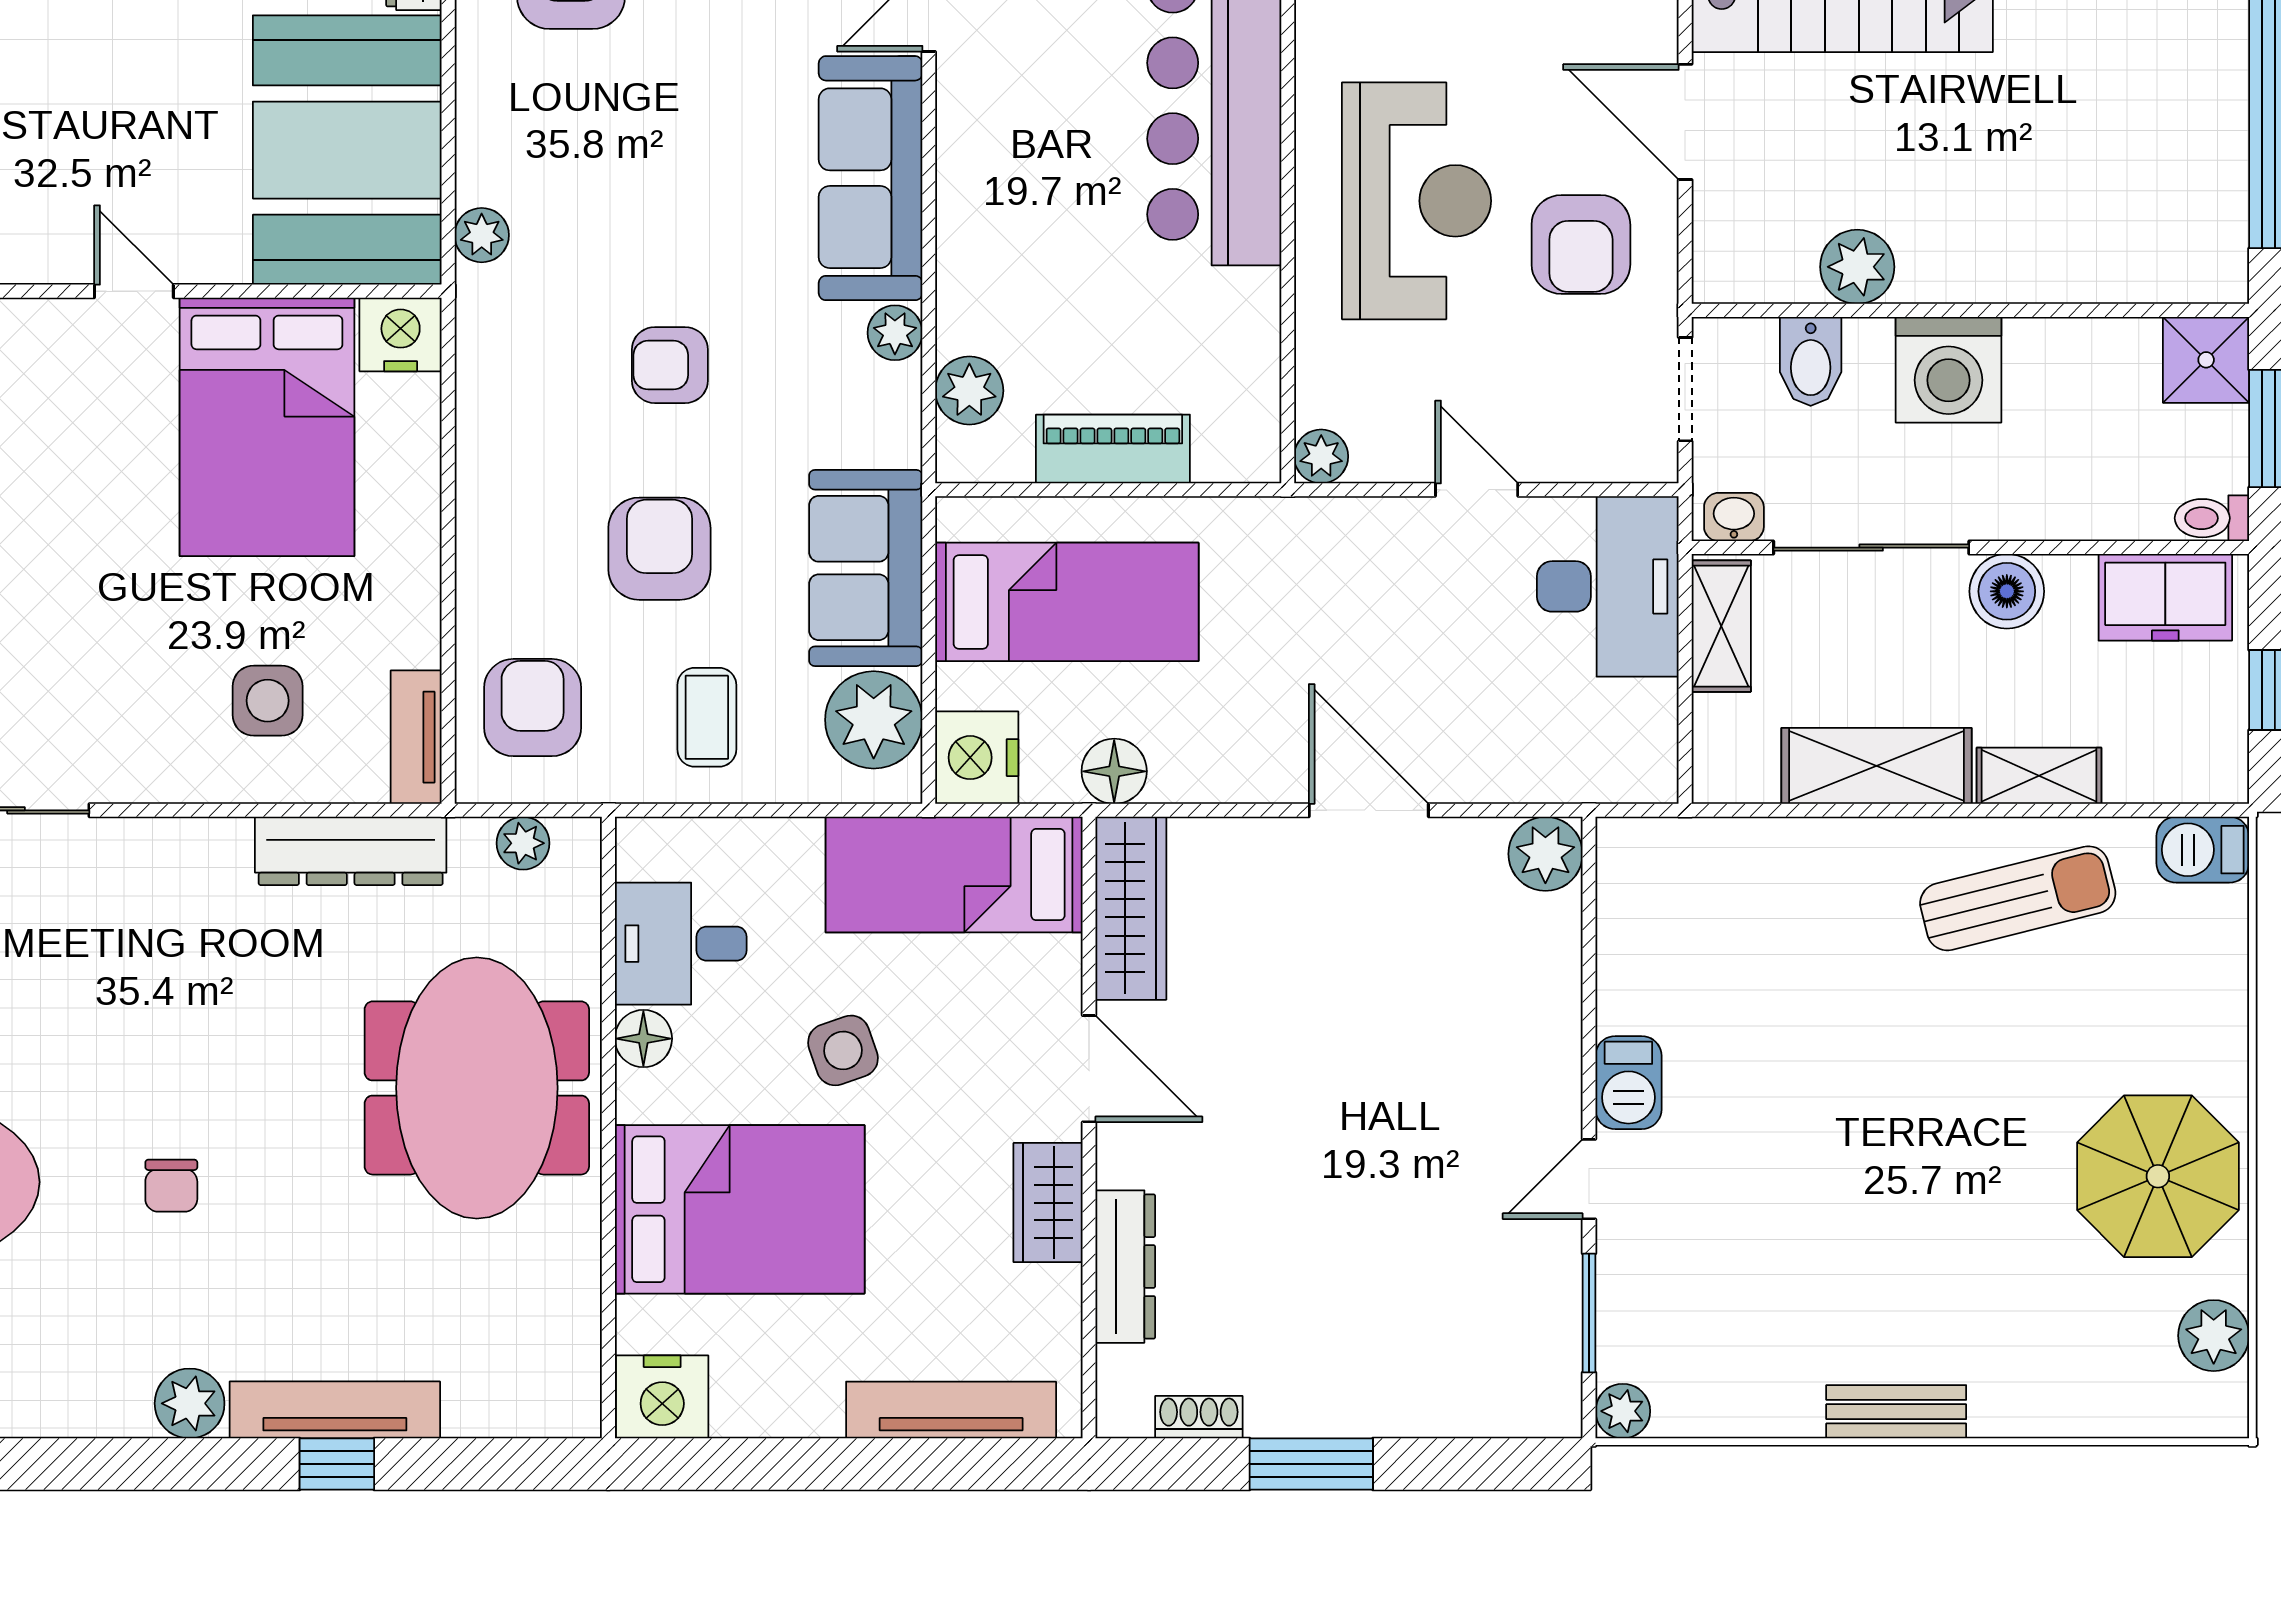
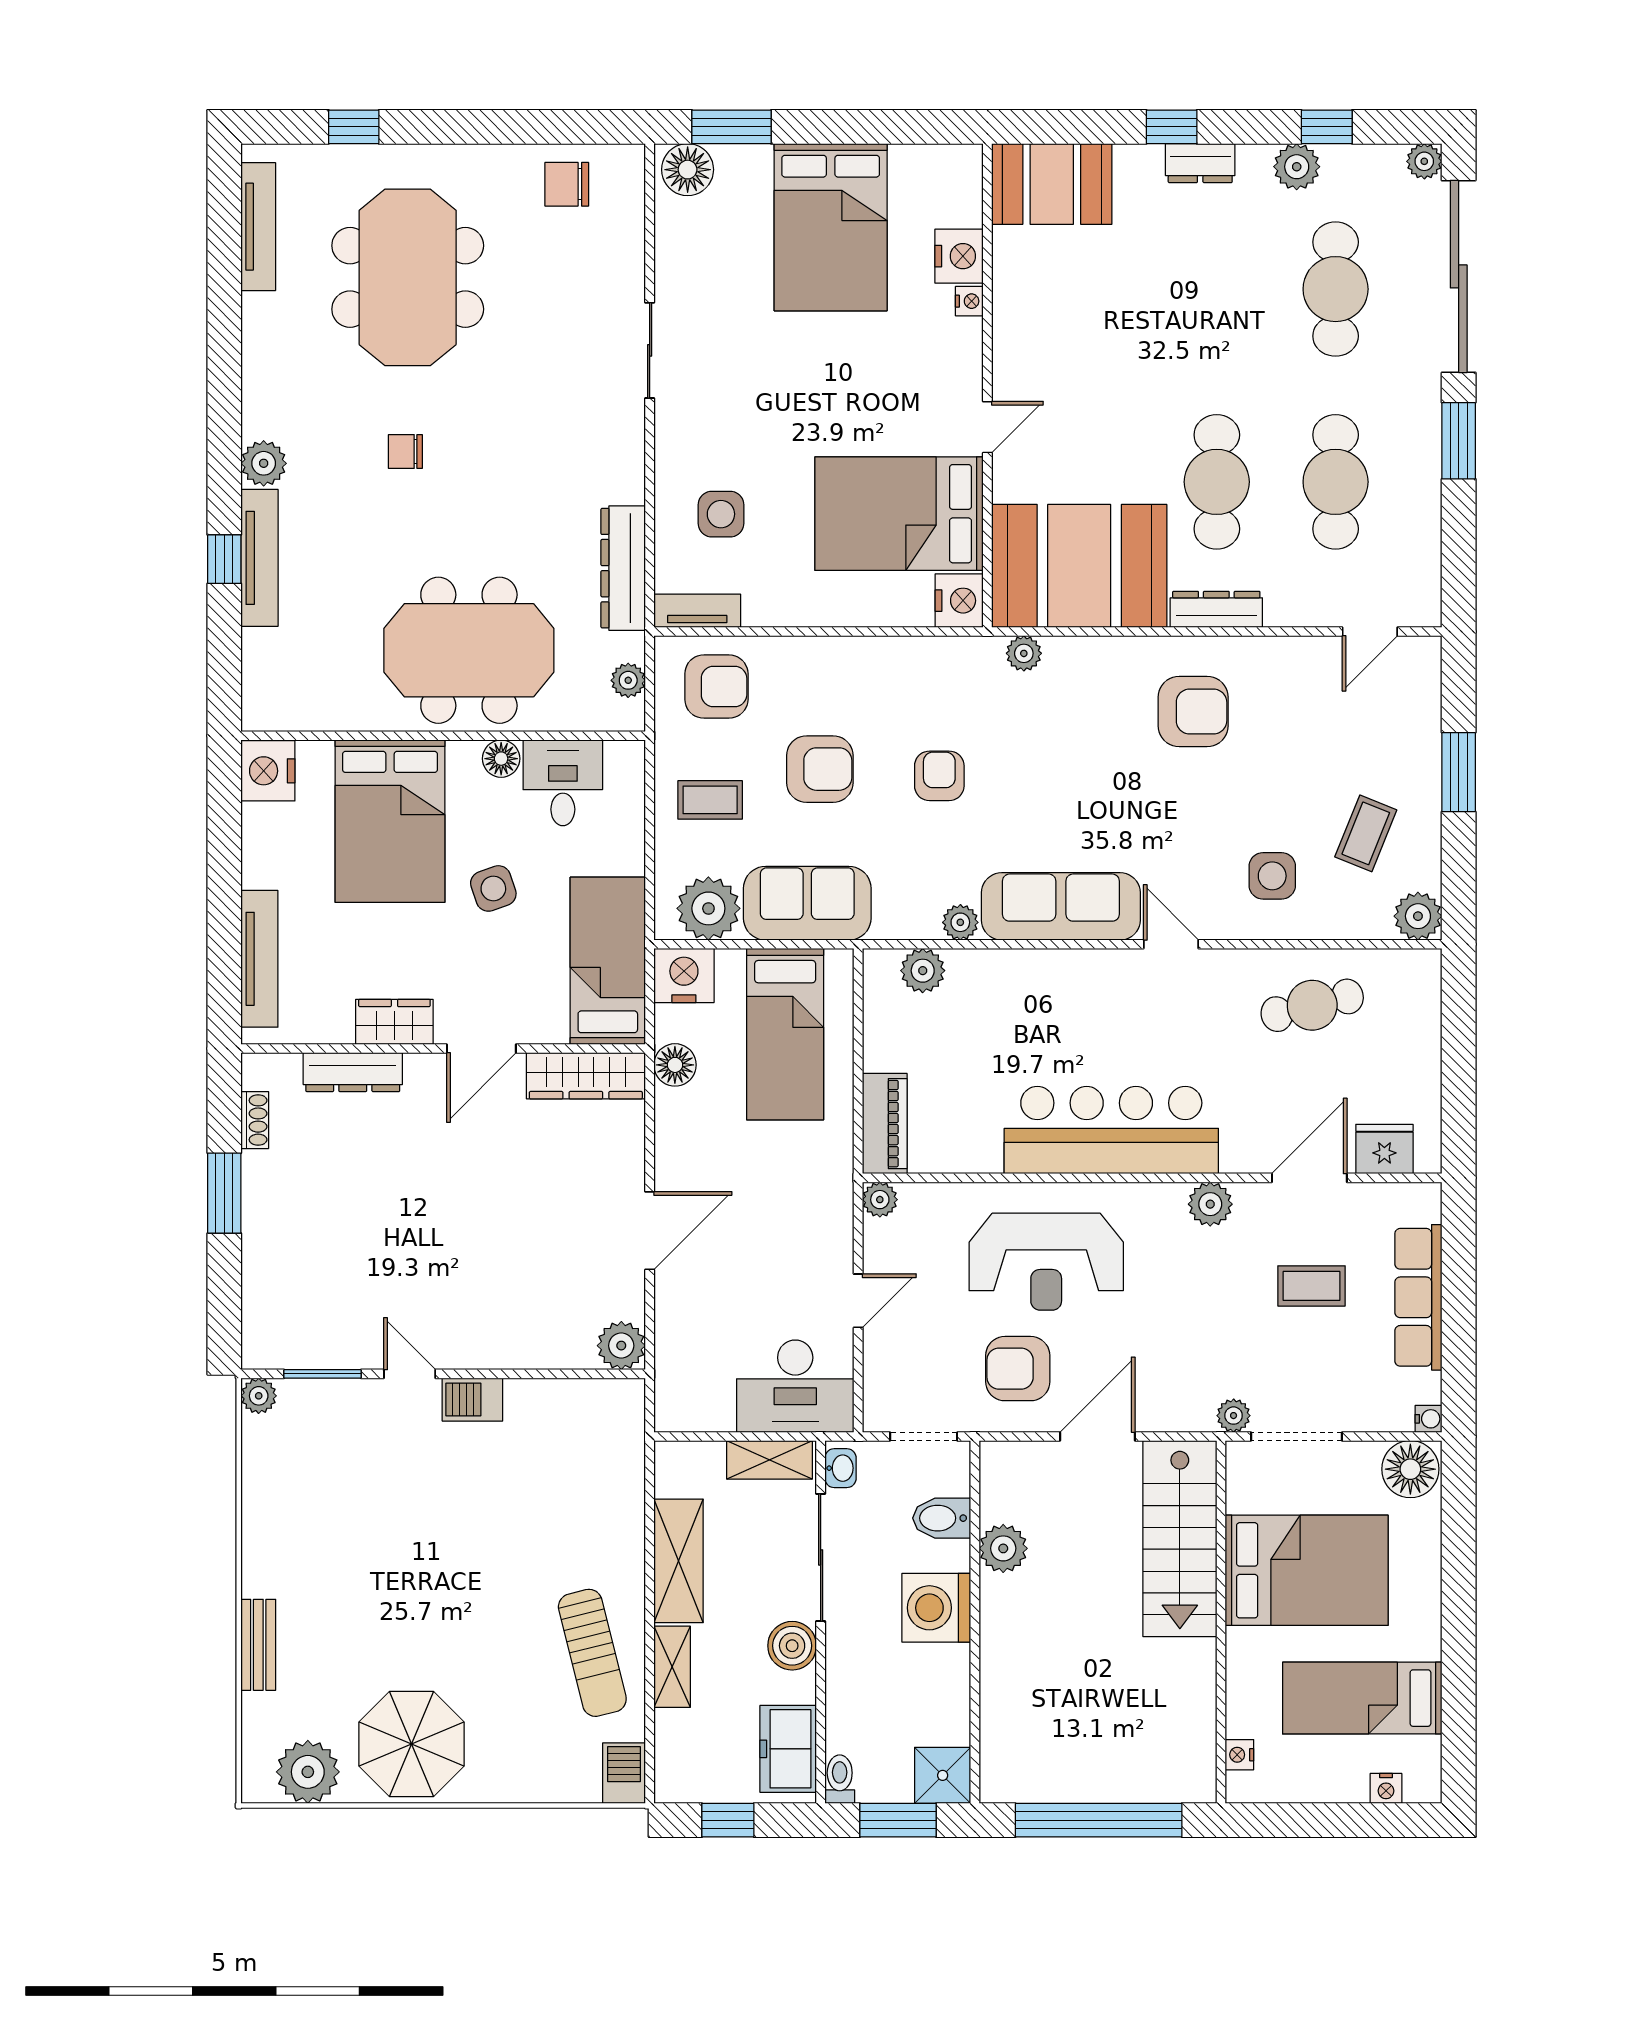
piano: (1113, 449) -> (885, 1124), moved
plant: (2214, 1336) -> (308, 1772), width x1.36, depth x1.36
bench: (1896, 1412) -> (258, 1645), moved

